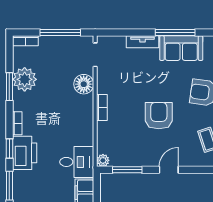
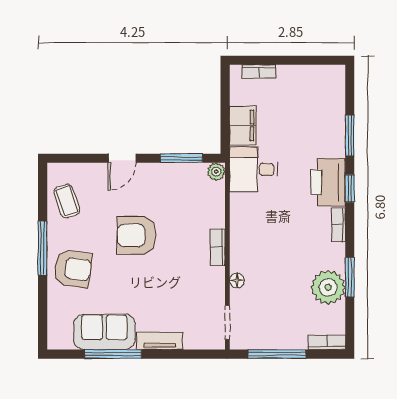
floor lamp: (84, 84) -> (237, 280), width x0.53, depth x0.53
armchair: (159, 116) -> (136, 235), turned 90

